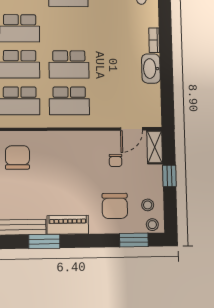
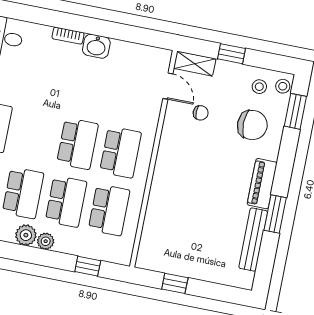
washbasin: (151, 69) -> (96, 46), width x0.72
chair: (17, 157) -> (174, 225), removed

